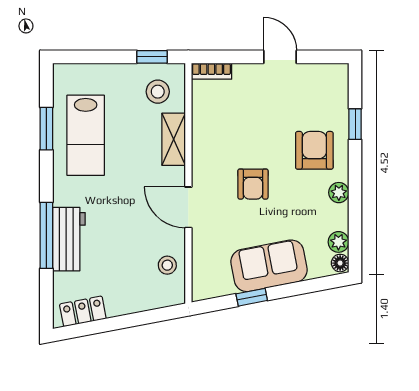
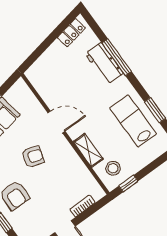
bookcase: (211, 71) -> (83, 206), moved
armchair: (253, 184) -> (33, 157), turned 107
stool: (167, 265) -> (46, 86), removed

